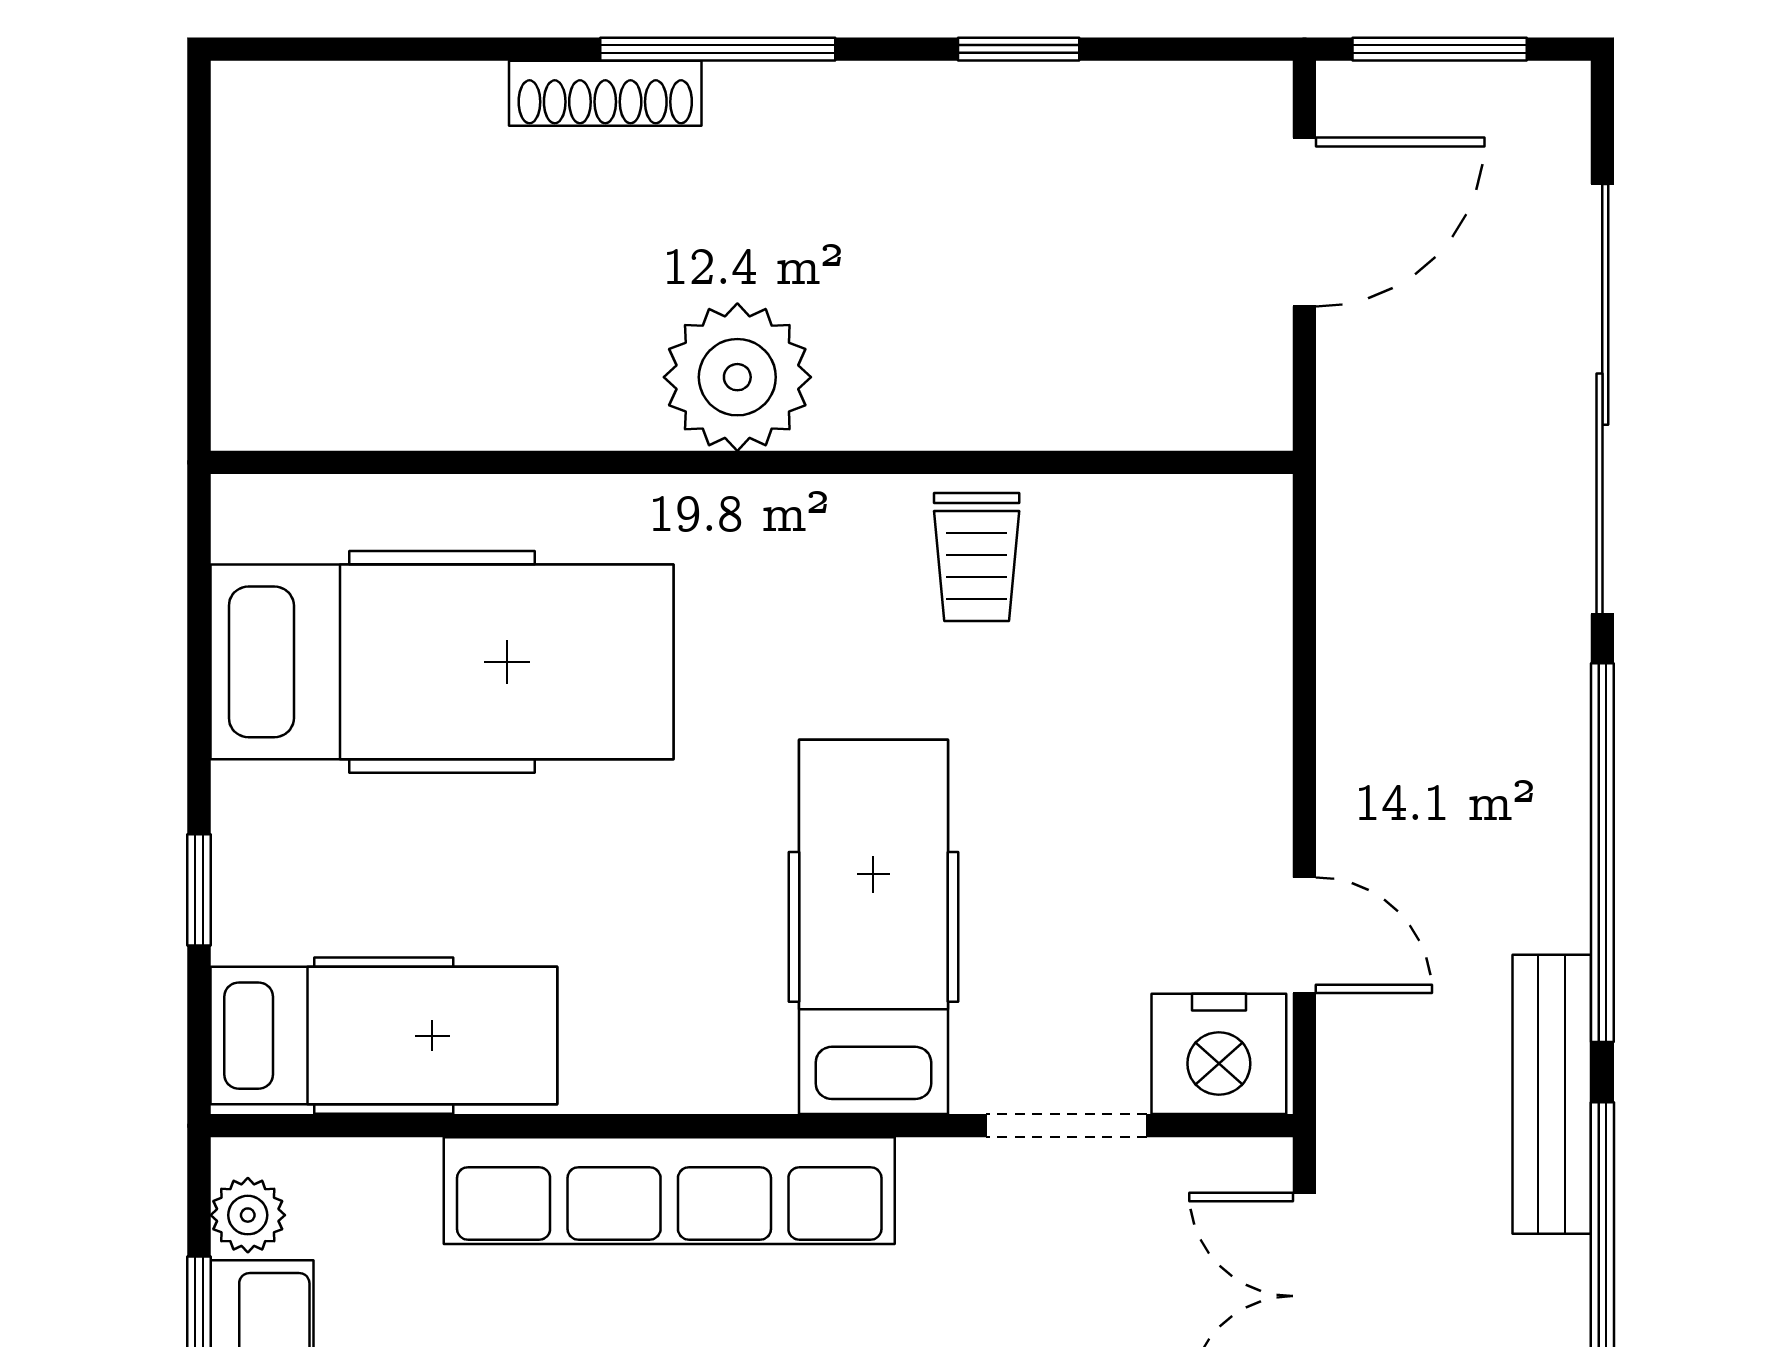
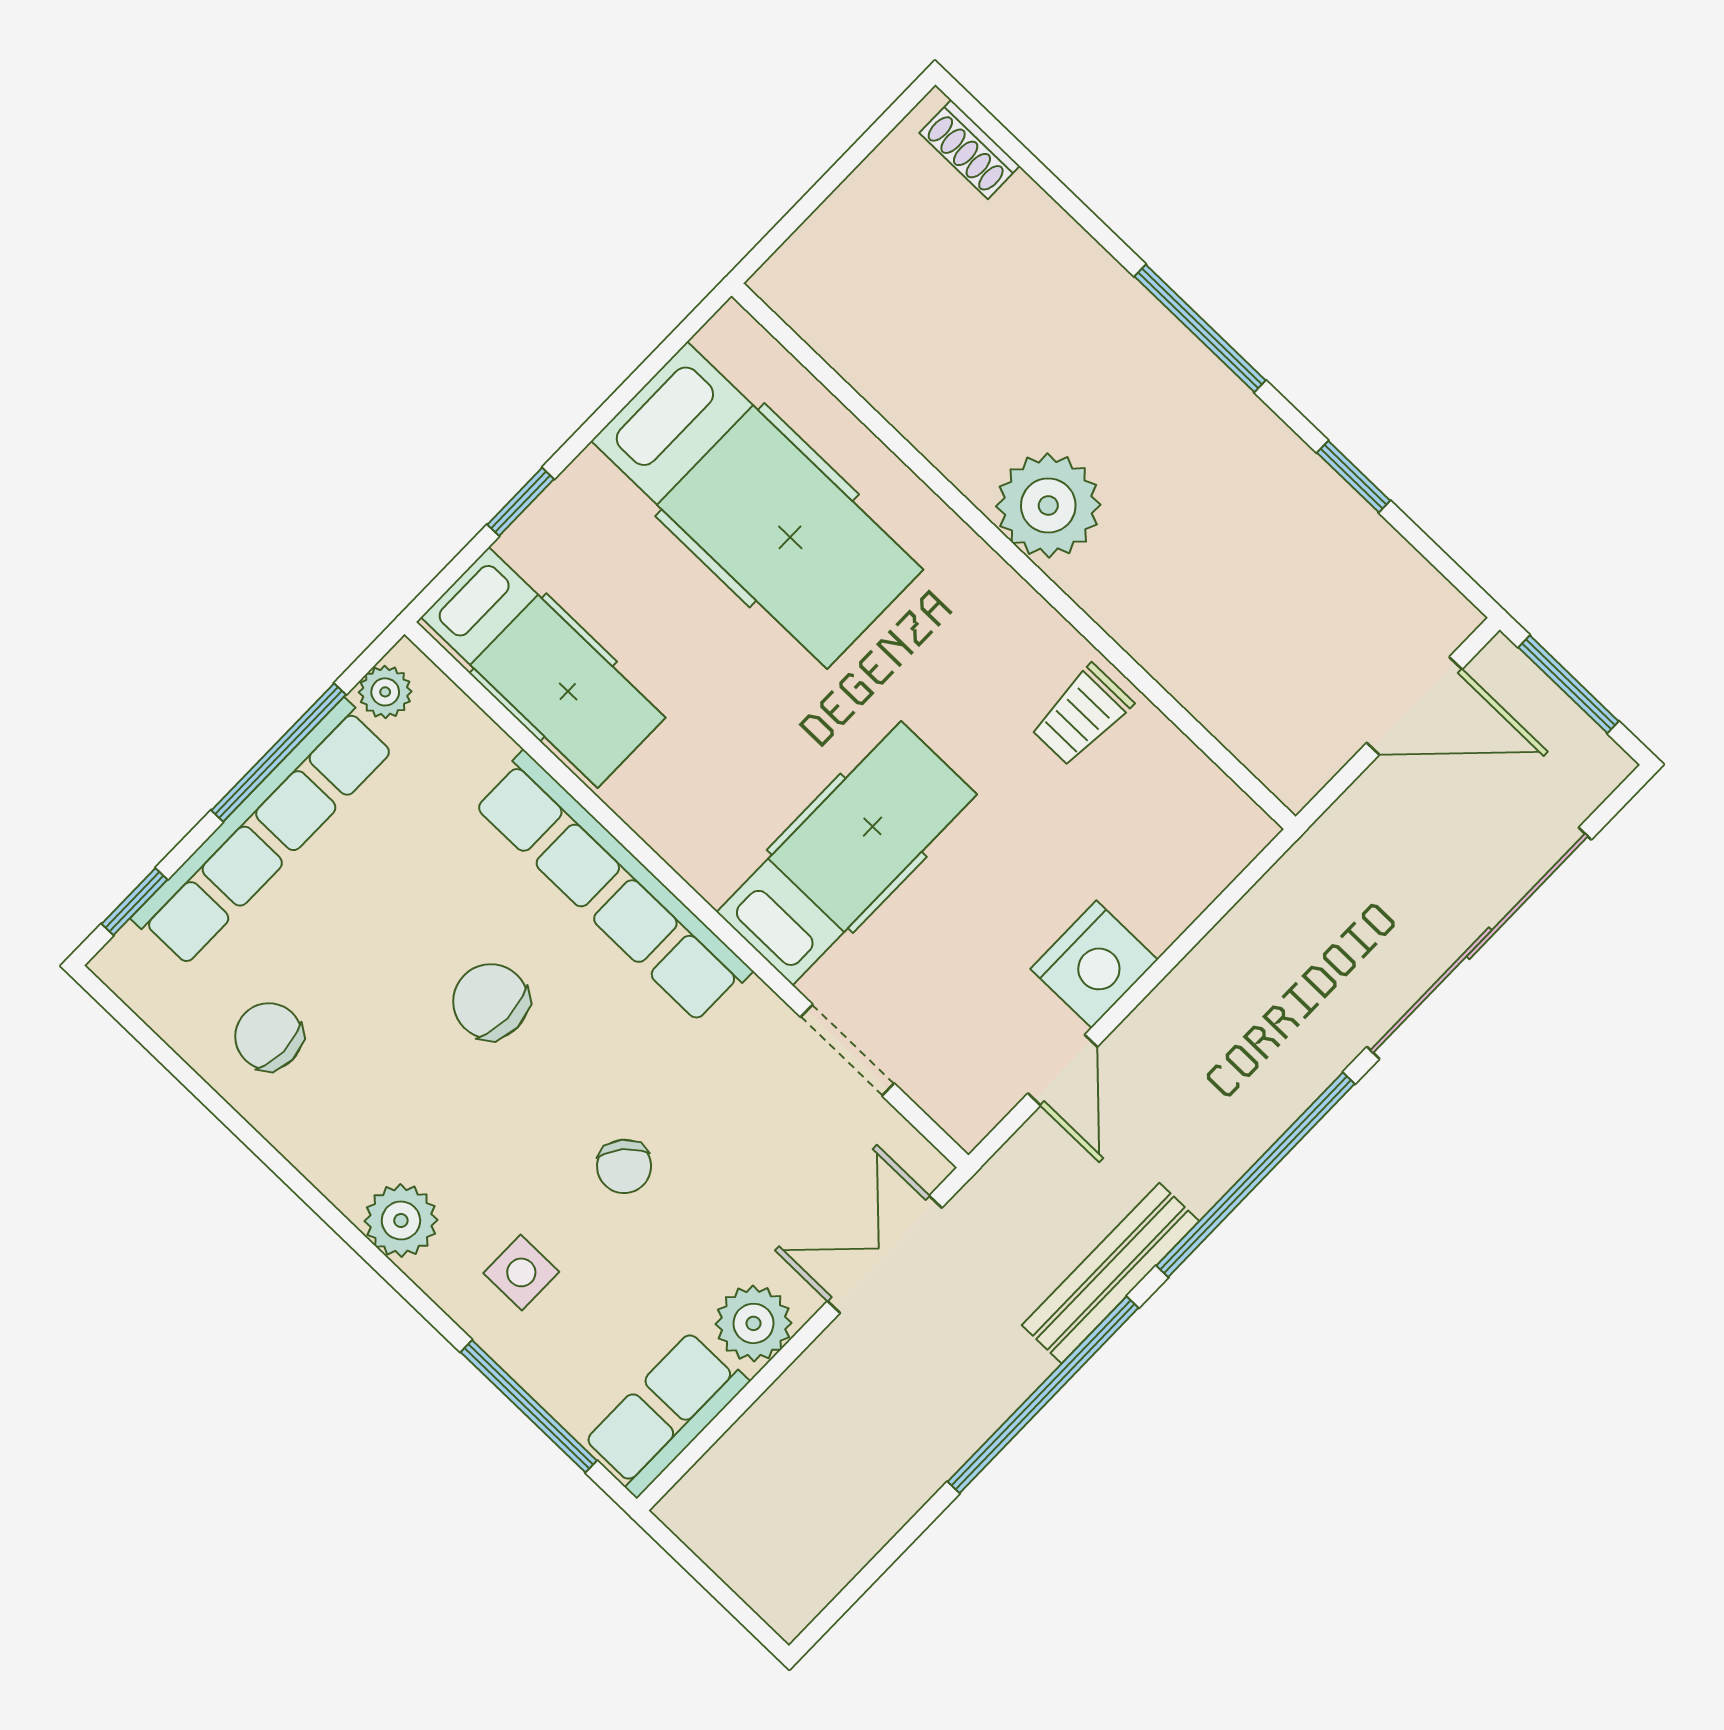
shoe rack: (605, 93) -> (970, 149), moved, width x0.70
nightstand: (1219, 1054) -> (1094, 964), moved, turned -90

